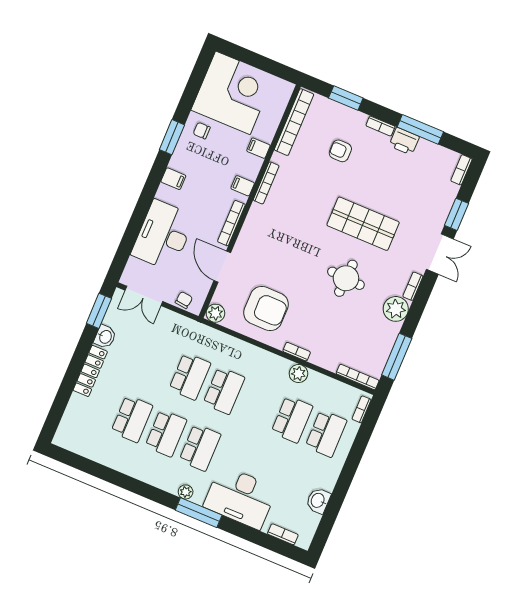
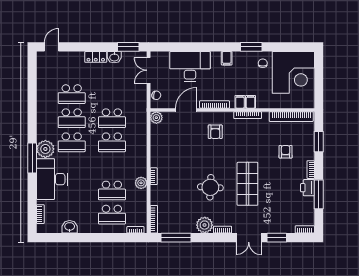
filing cabinet: (258, 148) -> (251, 102), moved
armchair: (266, 309) -> (215, 132), moved, width x0.53, depth x0.53
locker: (90, 371) -> (96, 57), width x0.66
door: (53, 419) -> (51, 47), added
plant: (186, 492) -> (45, 149), width x1.88, depth x1.88

